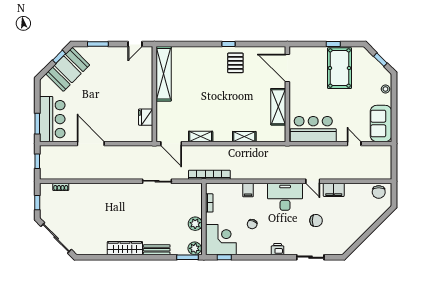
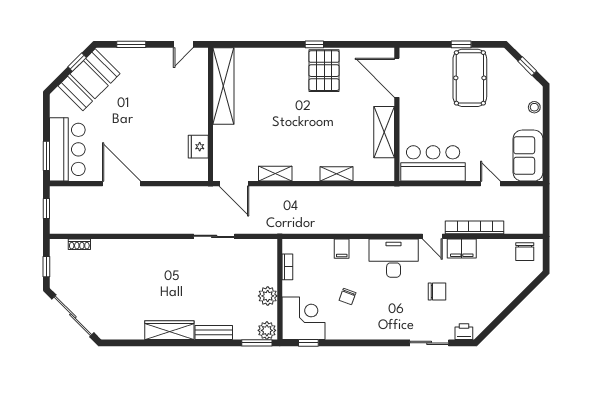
pallet: (235, 63) -> (324, 71), width x1.50, depth x1.42
bookcase: (209, 175) -> (475, 227), moved
printer: (278, 249) -> (464, 332), moved

